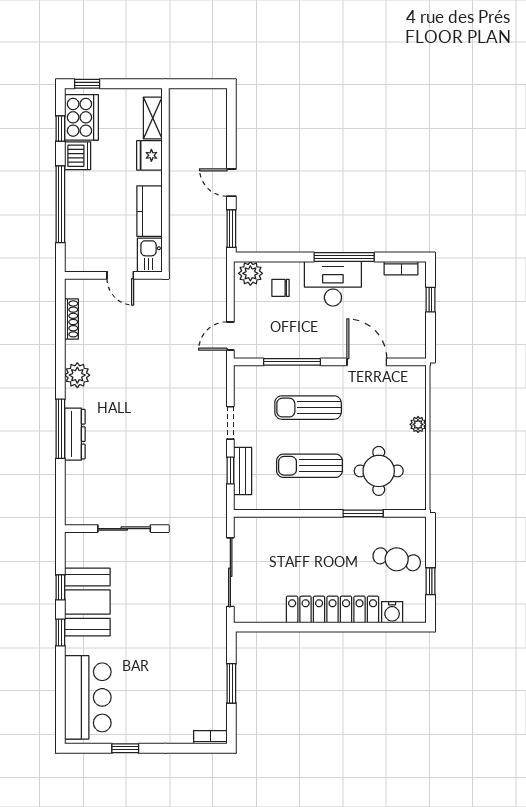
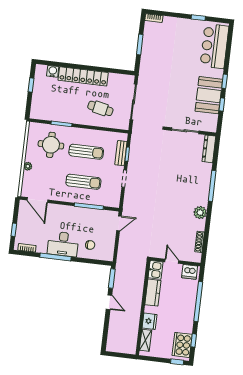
dishwasher: (78, 156) -> (190, 272), moved, turned -90
plant: (250, 273) -> (105, 254), removed
door: (367, 362) -> (37, 200), moved
dresser: (75, 434) -> (209, 149), moved
cafe table: (397, 559) -> (100, 108), moved

